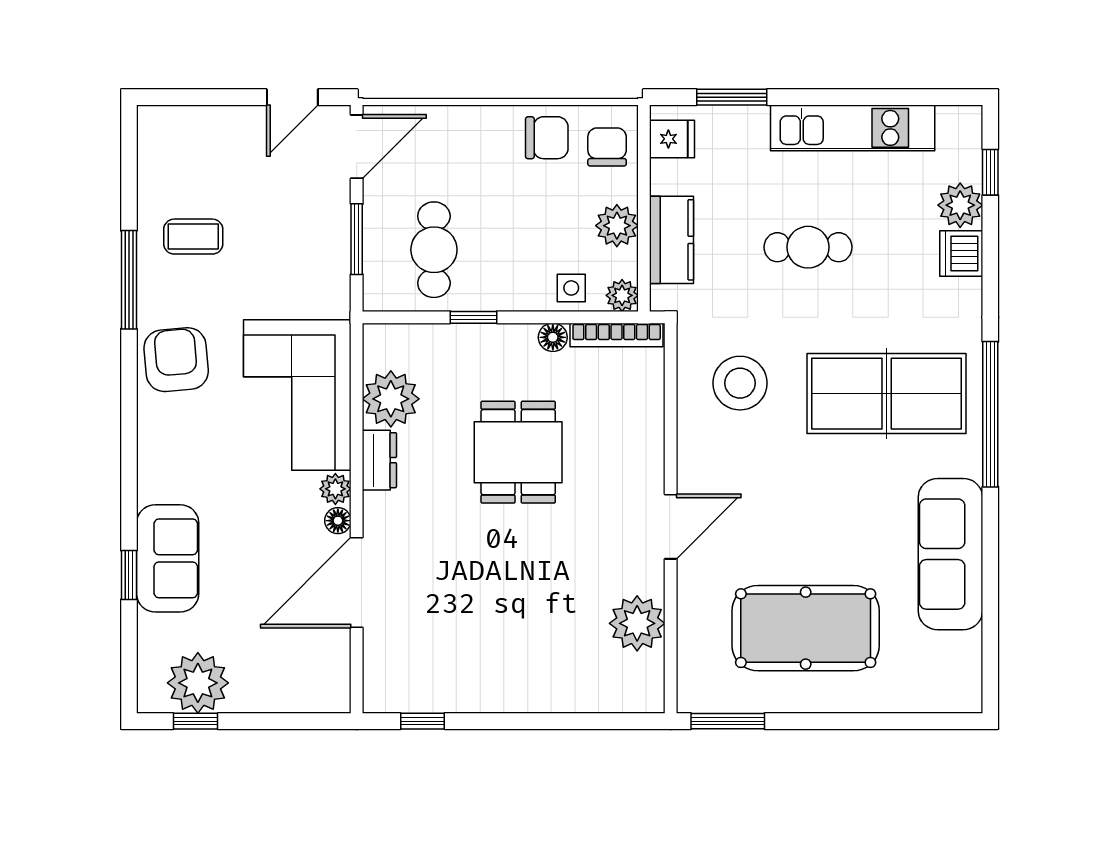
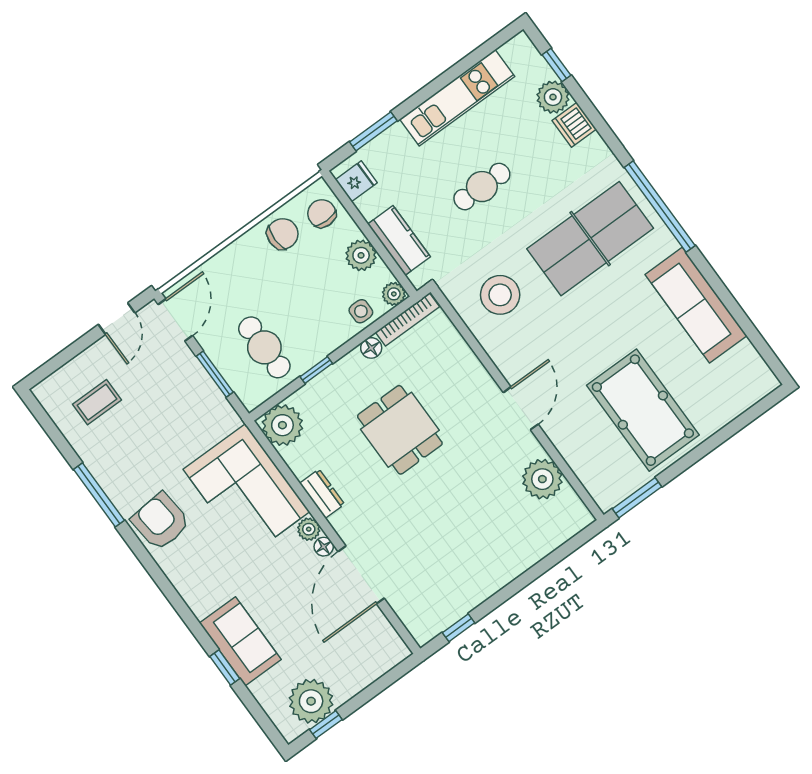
coffee table: (193, 237) -> (97, 402), moved
plant: (391, 399) -> (282, 425), moved
pool table: (806, 628) -> (643, 410), turned 90

